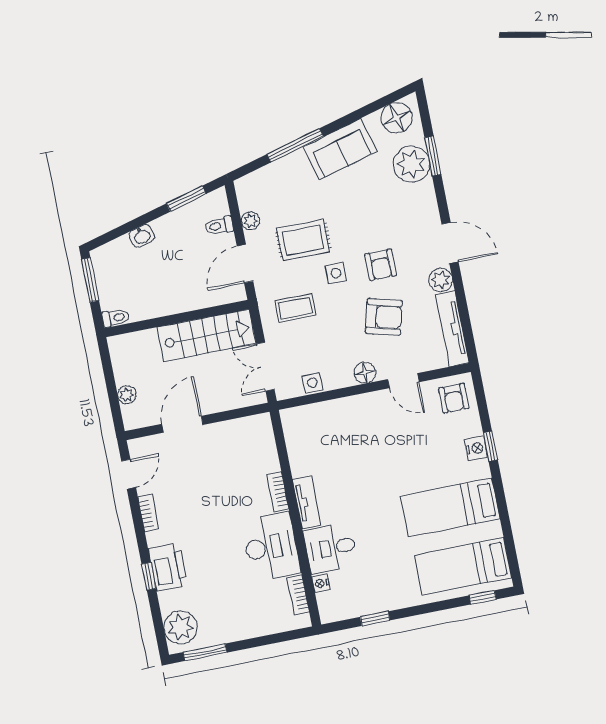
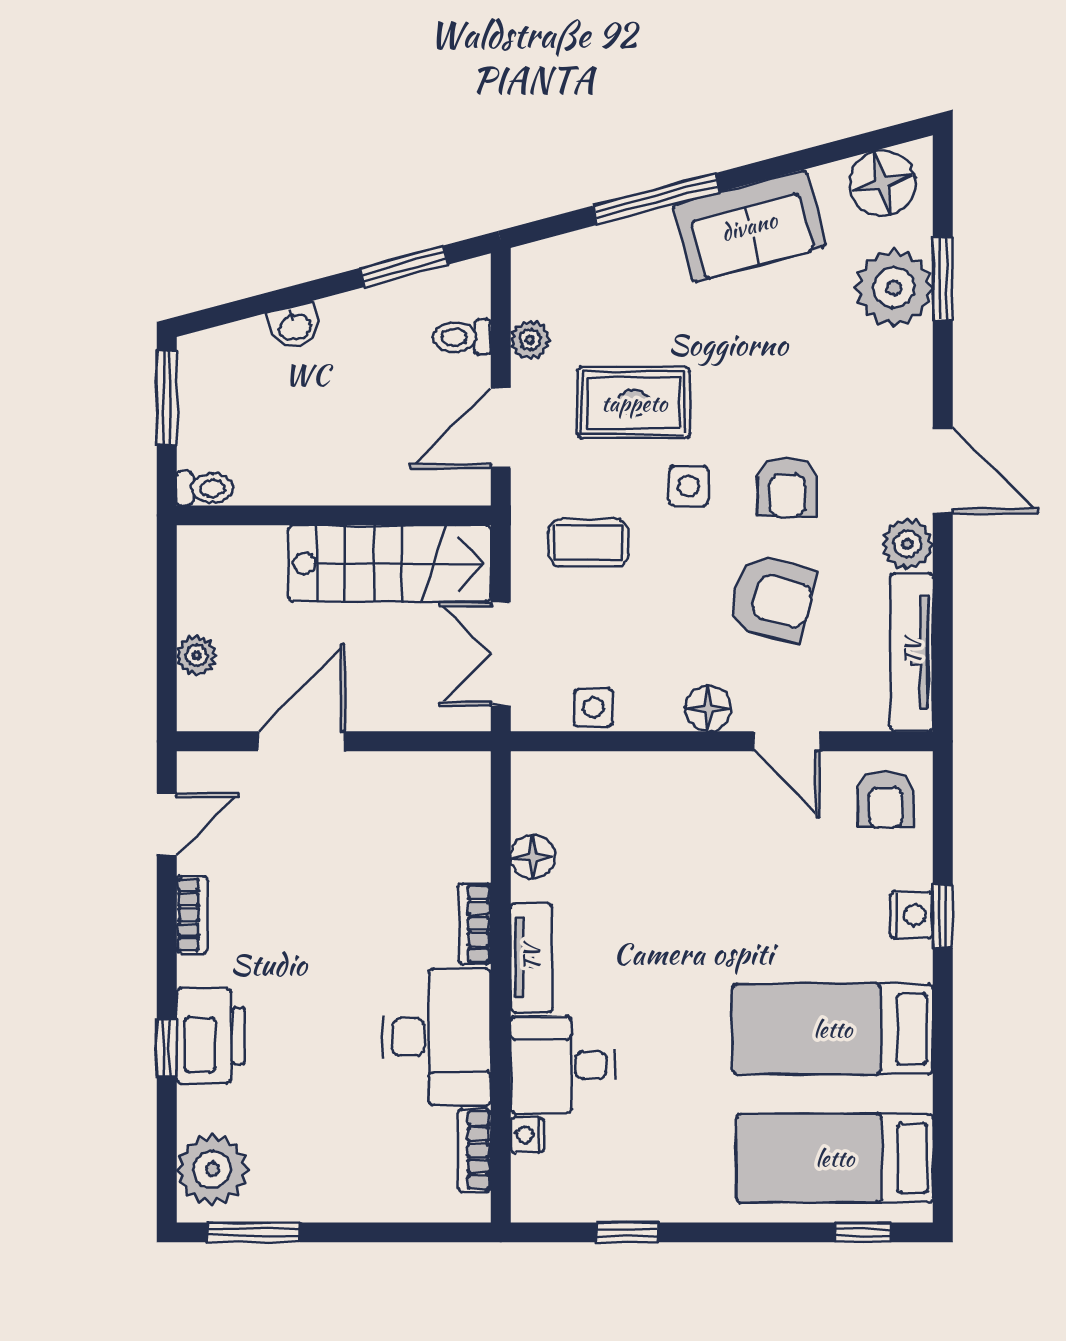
floor lamp: (298, 456) -> (533, 857), added

